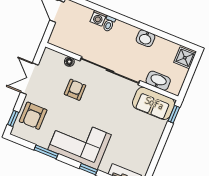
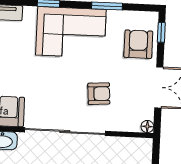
floor lamp: (69, 62) -> (147, 126), moved
armchair: (75, 90) -> (99, 94), turned -94

